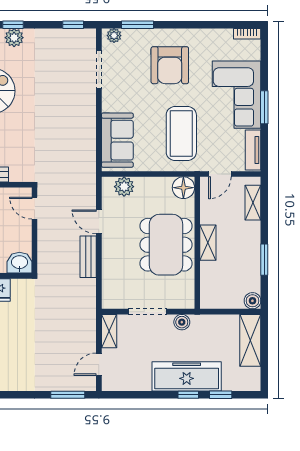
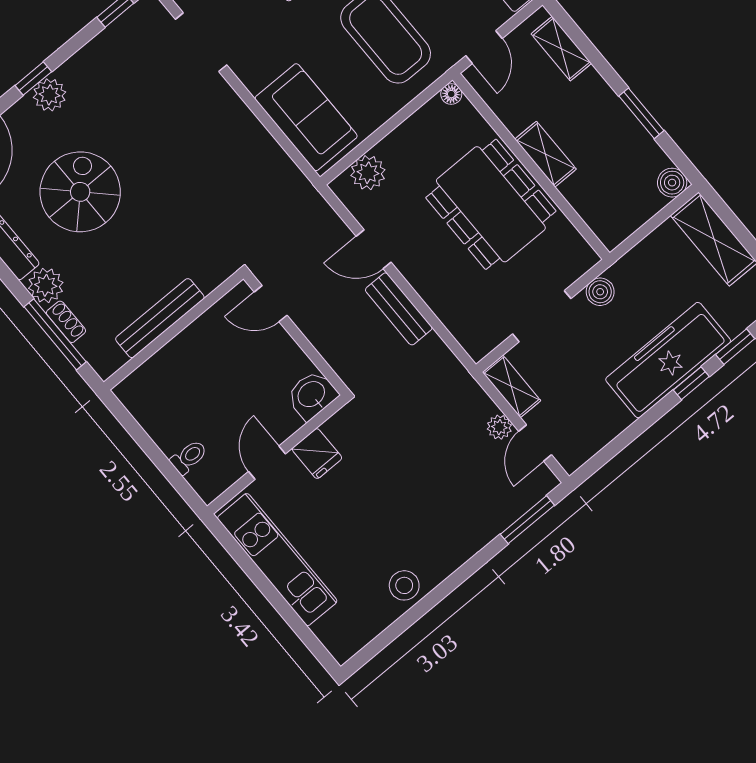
floor lamp: (183, 188) -> (451, 94), width x0.53, depth x0.53
plant: (89, 344) -> (499, 427), added

